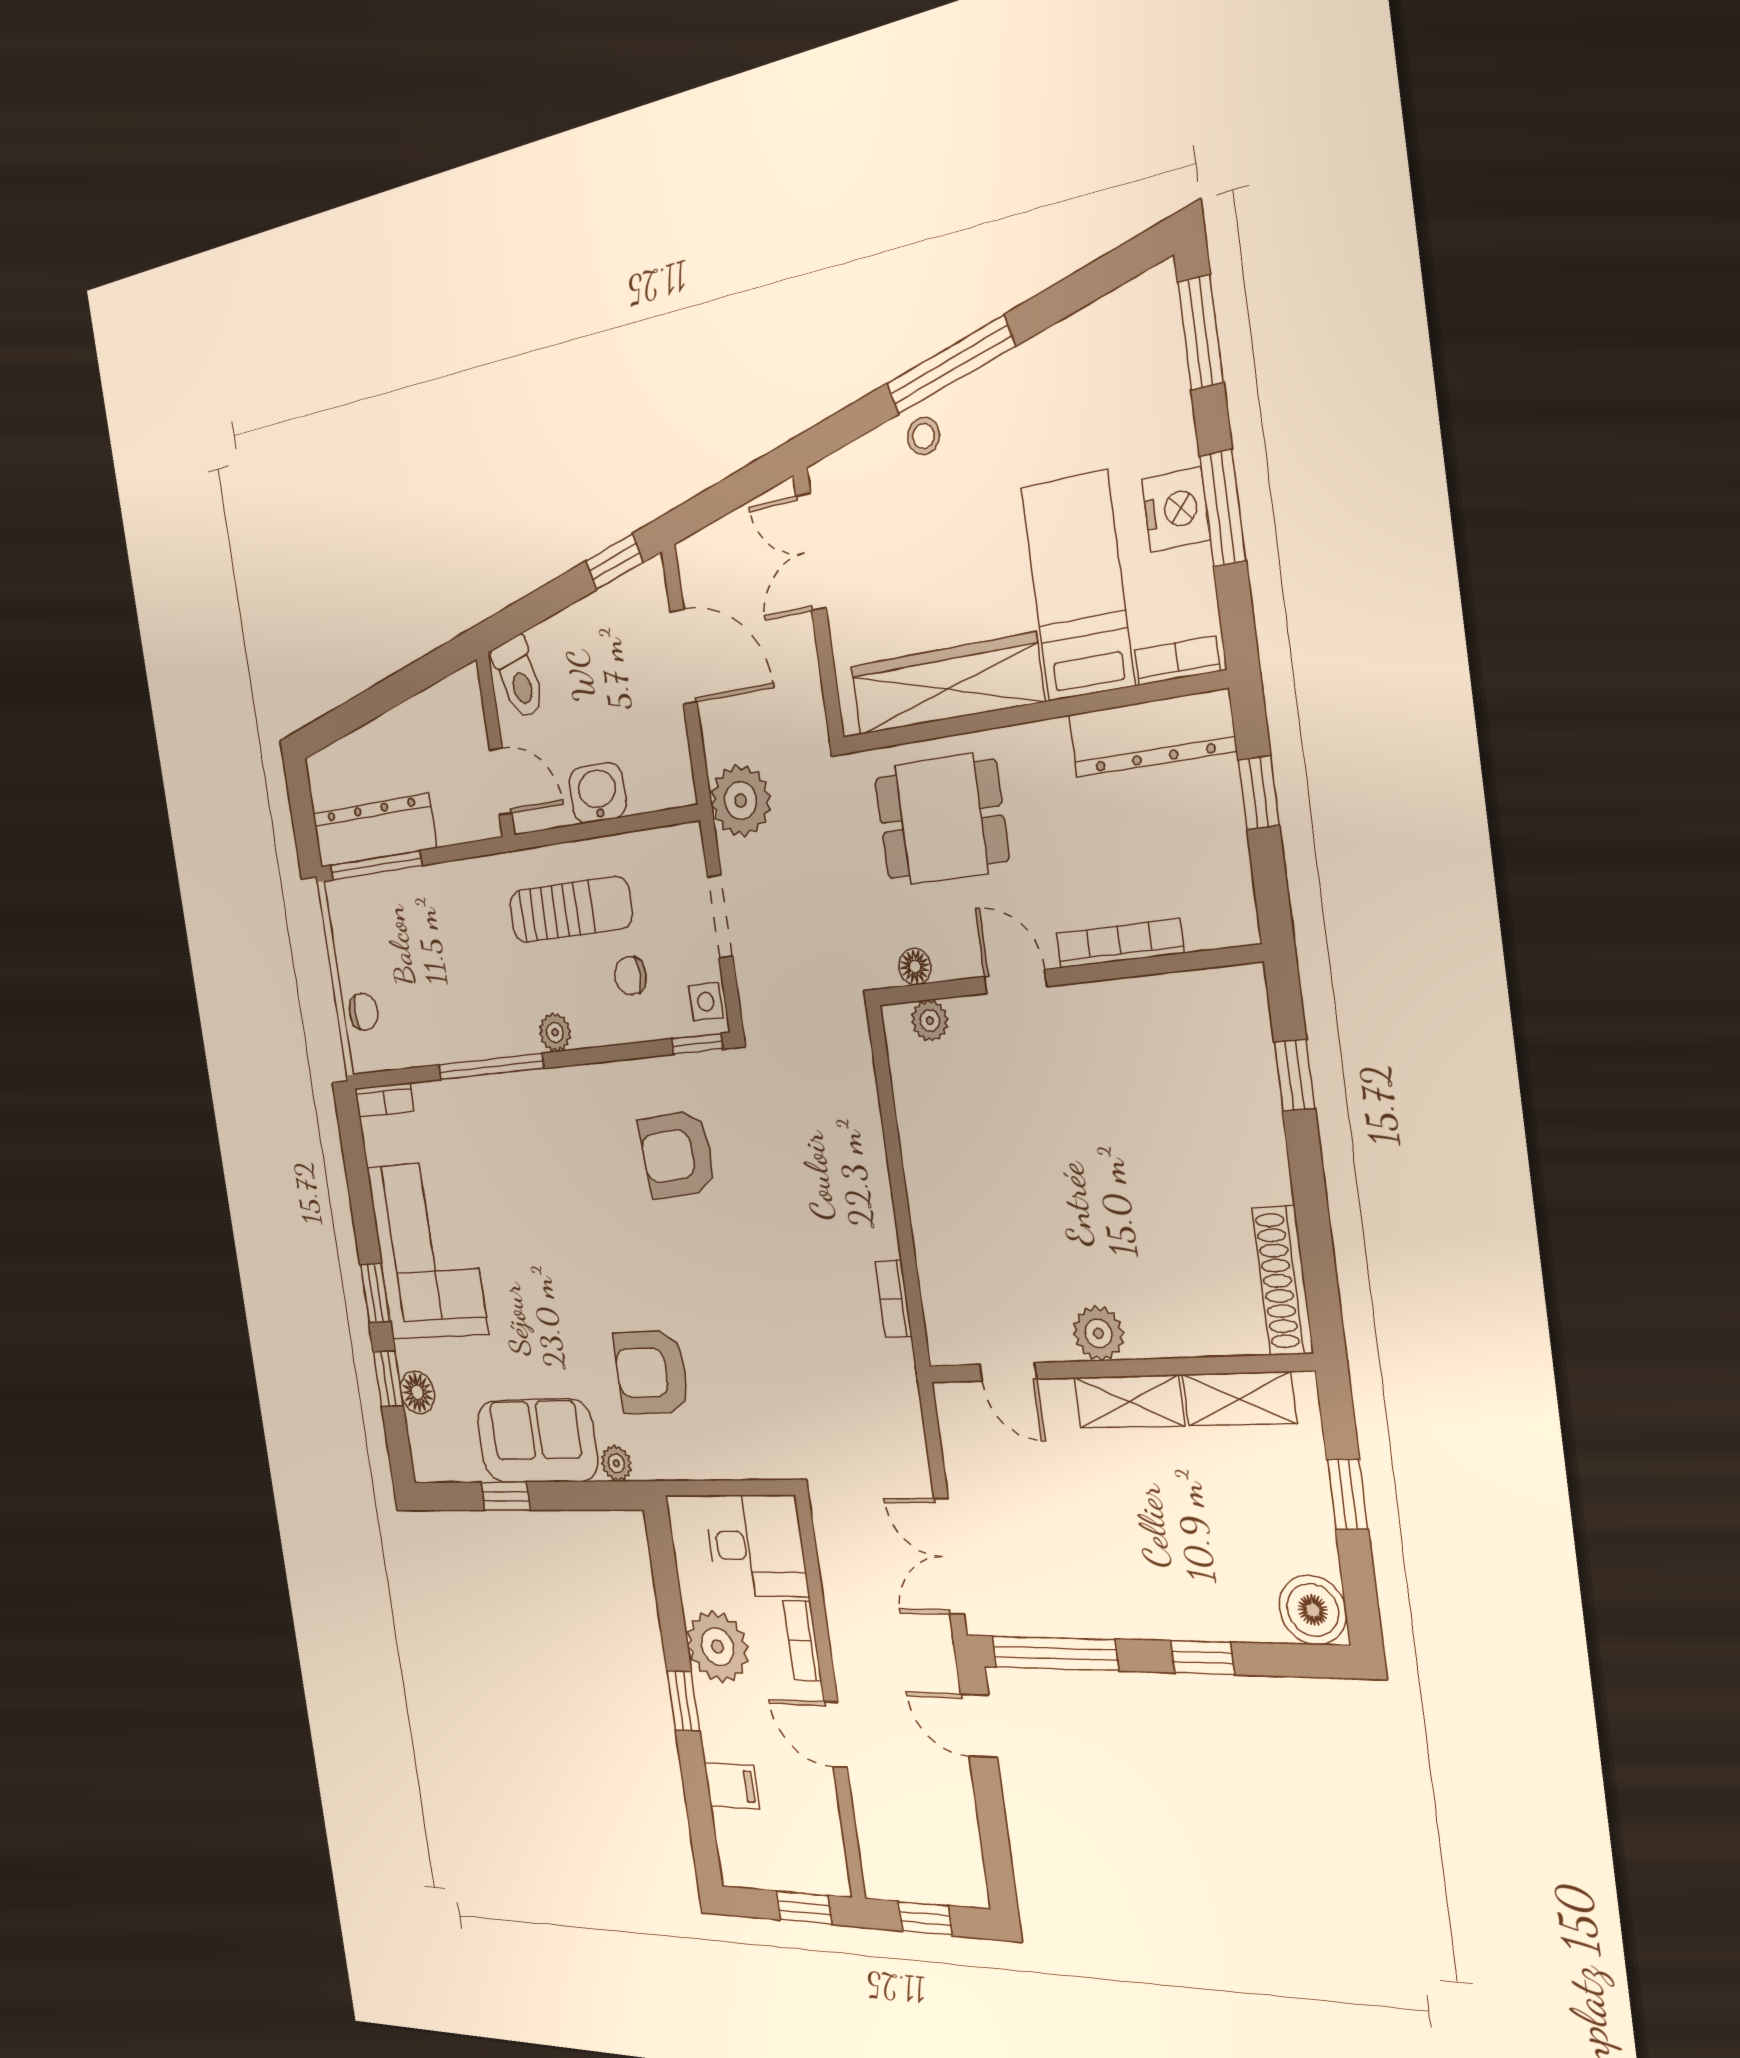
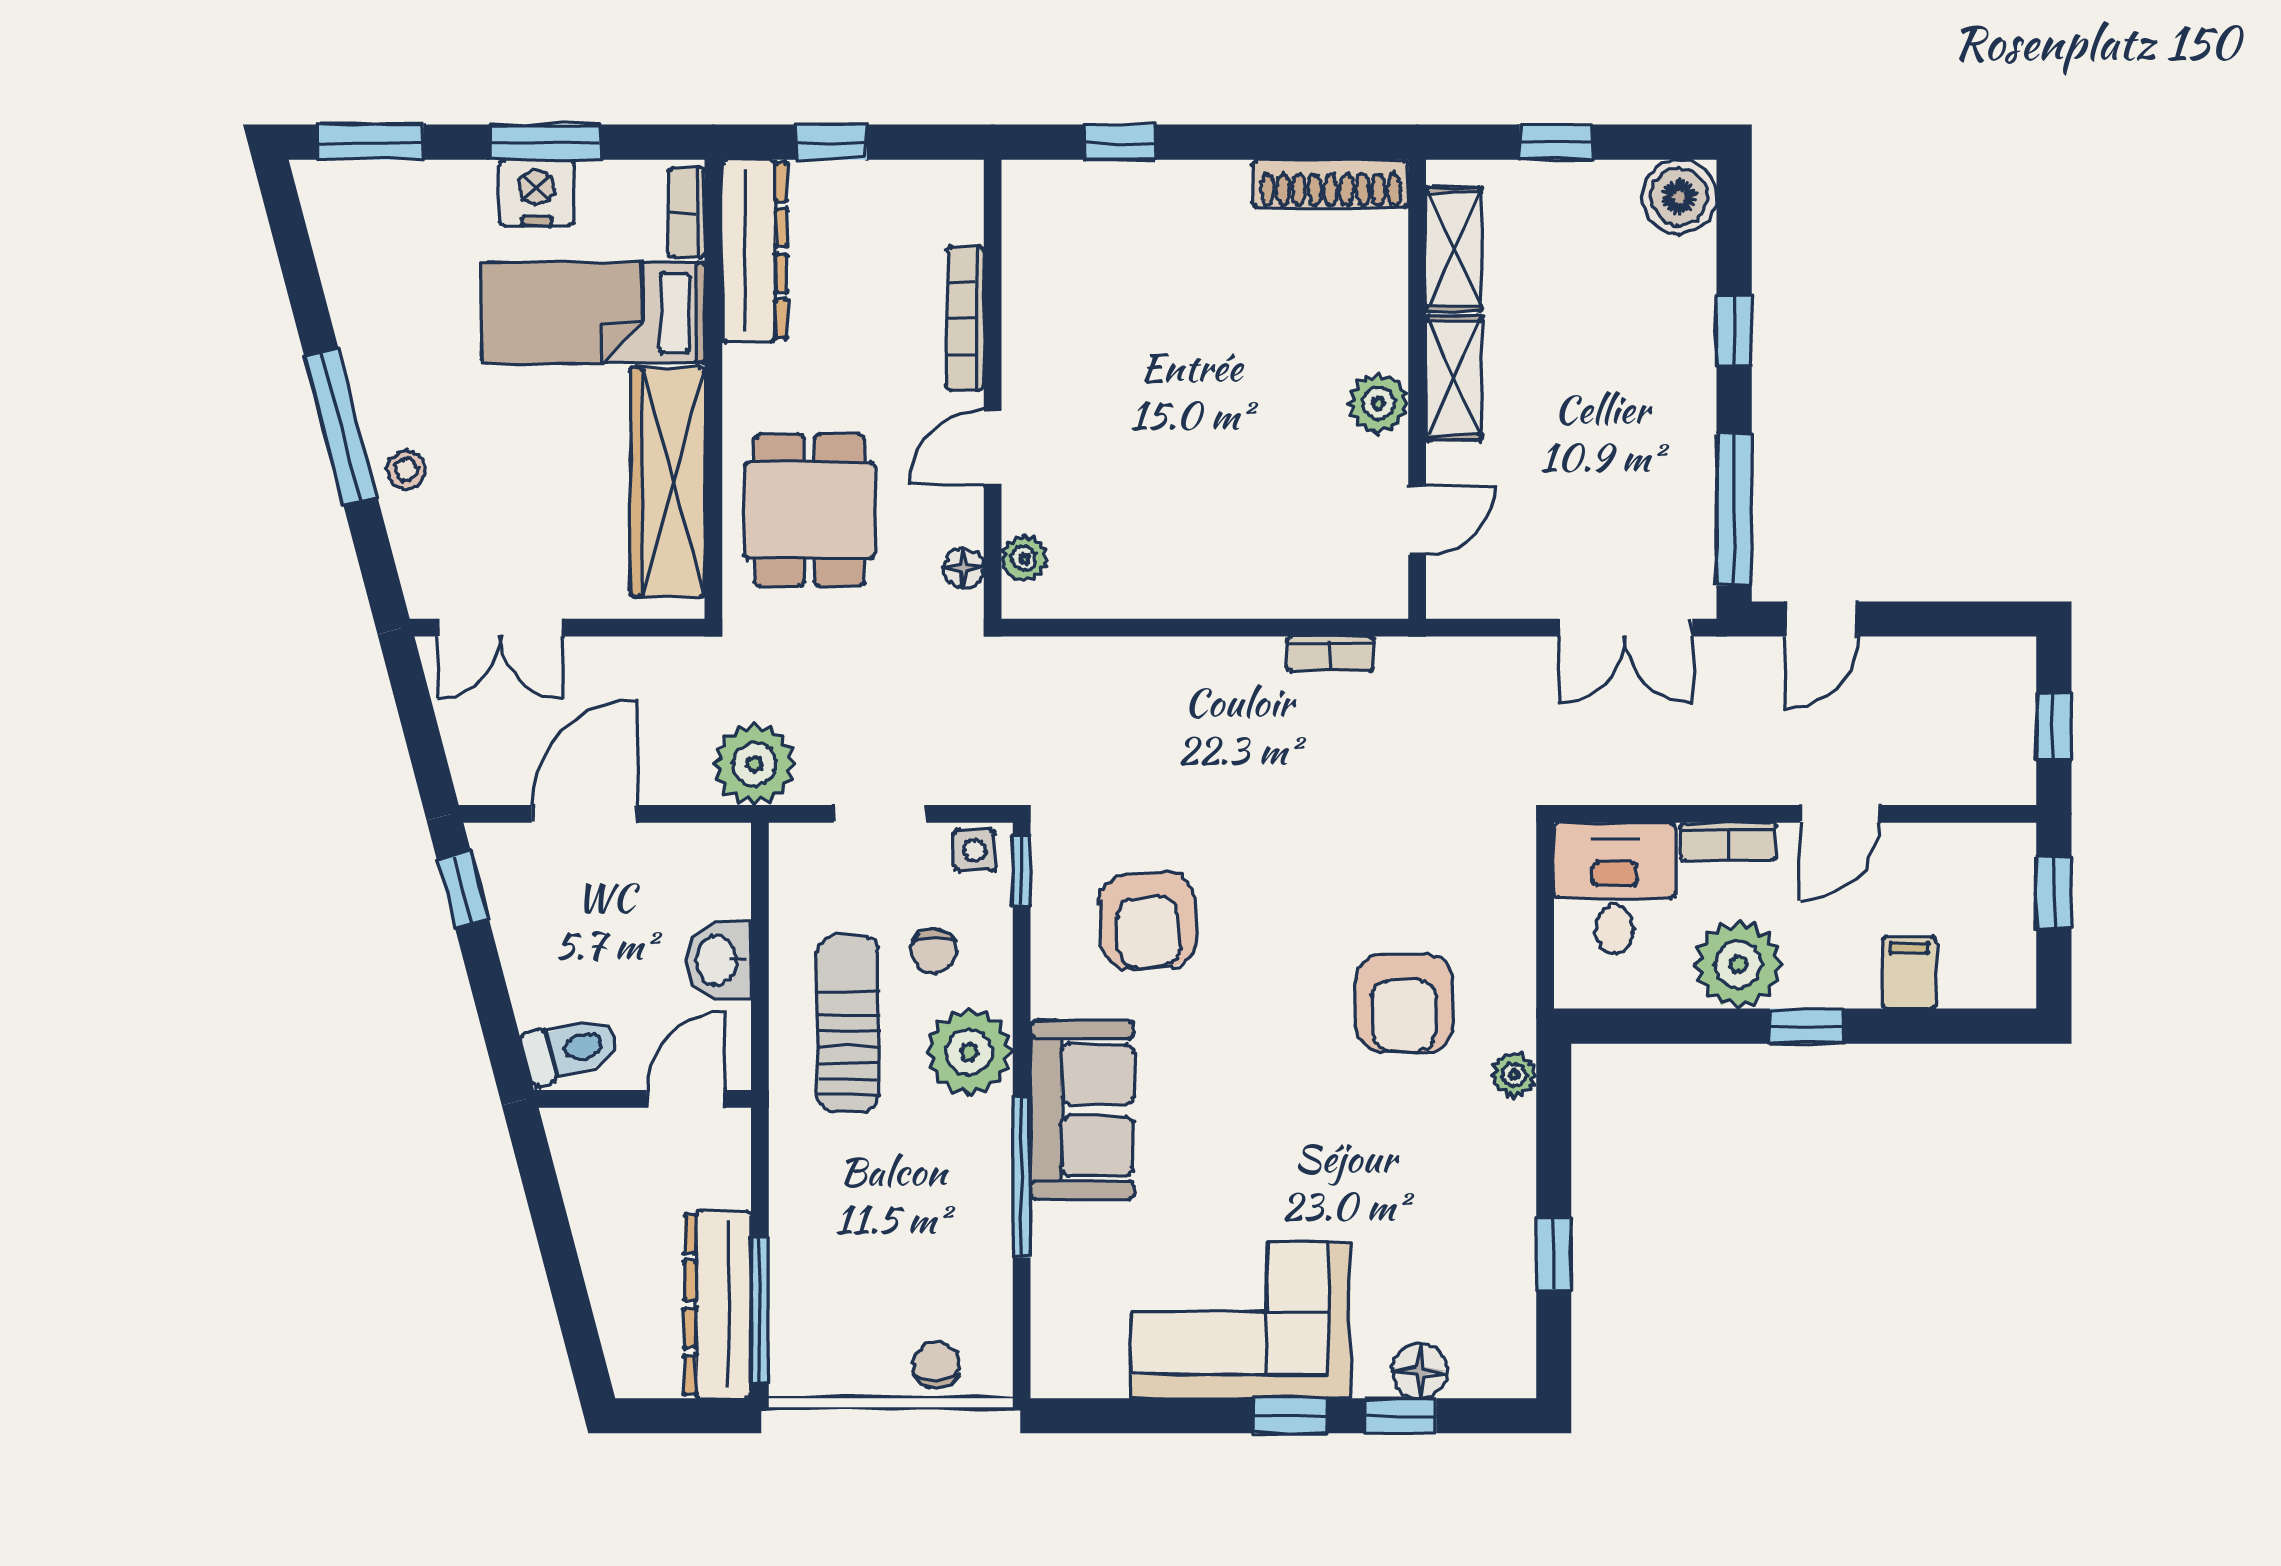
plant: (555, 1032) -> (969, 1052), width x1.87, depth x1.87
bookcase: (384, 1100) -> (1049, 1353), removed
sofa: (537, 1441) -> (1082, 1110), moved, turned 180

